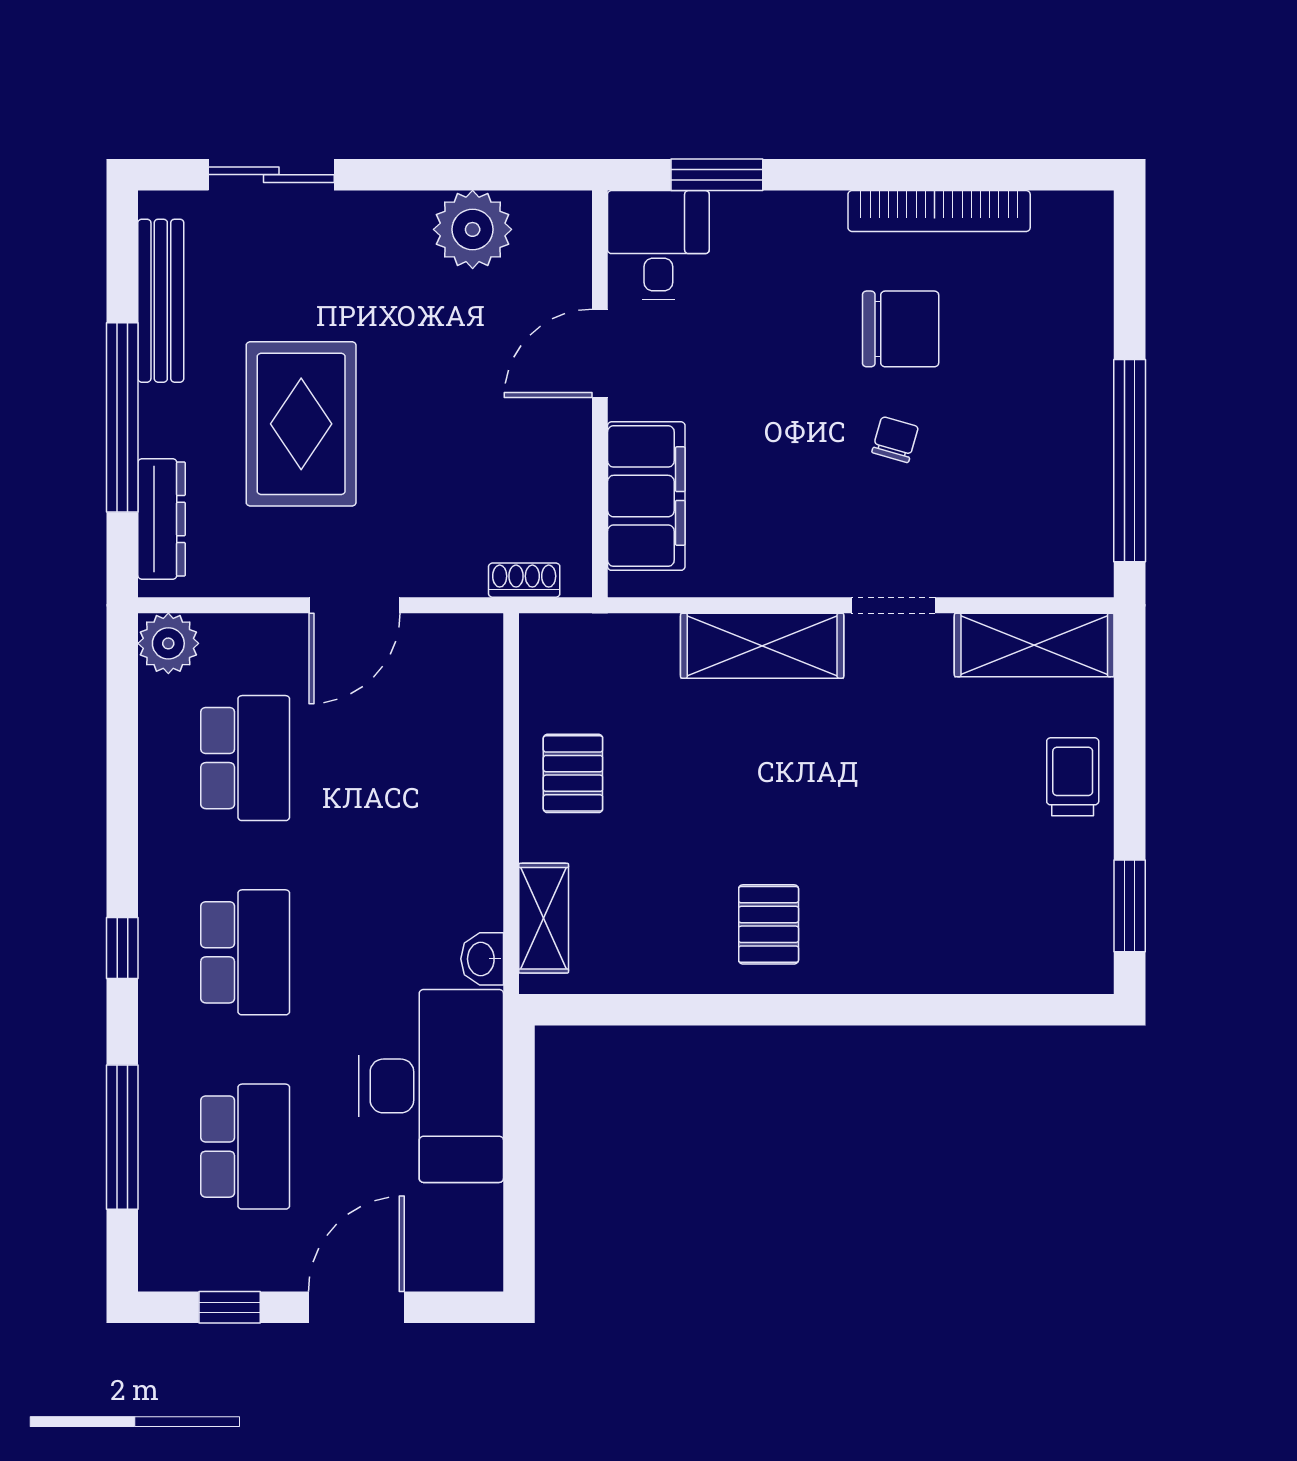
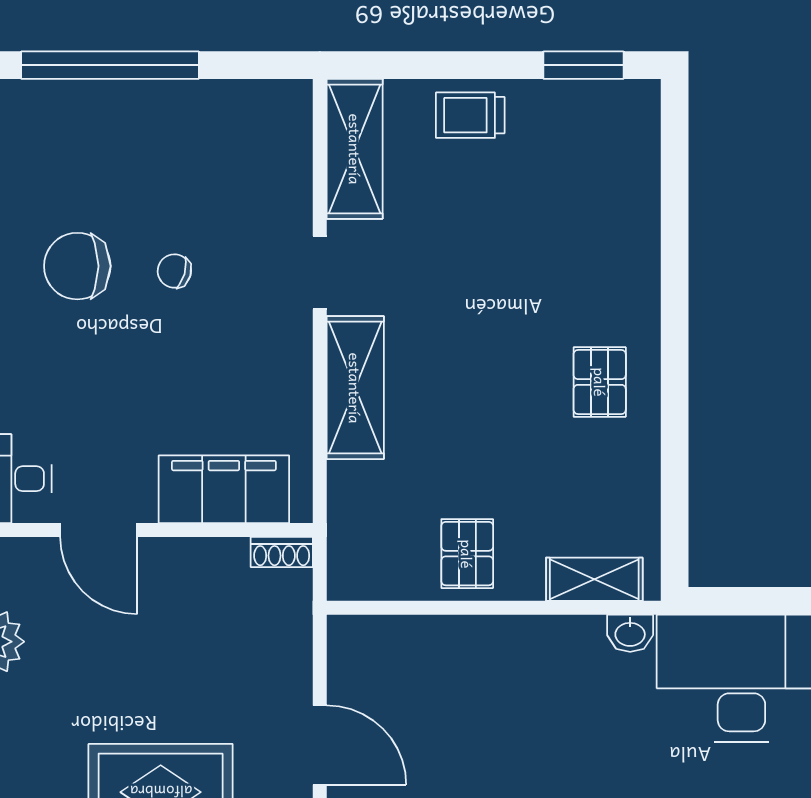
chair: (901, 329) -> (77, 266), turned -90
window: (1130, 461) -> (110, 65), moved
shoe rack: (524, 580) -> (282, 552), moved, turned -90
pallet: (573, 773) -> (467, 554), turned 90
pallet: (769, 924) -> (600, 382), turned 90

